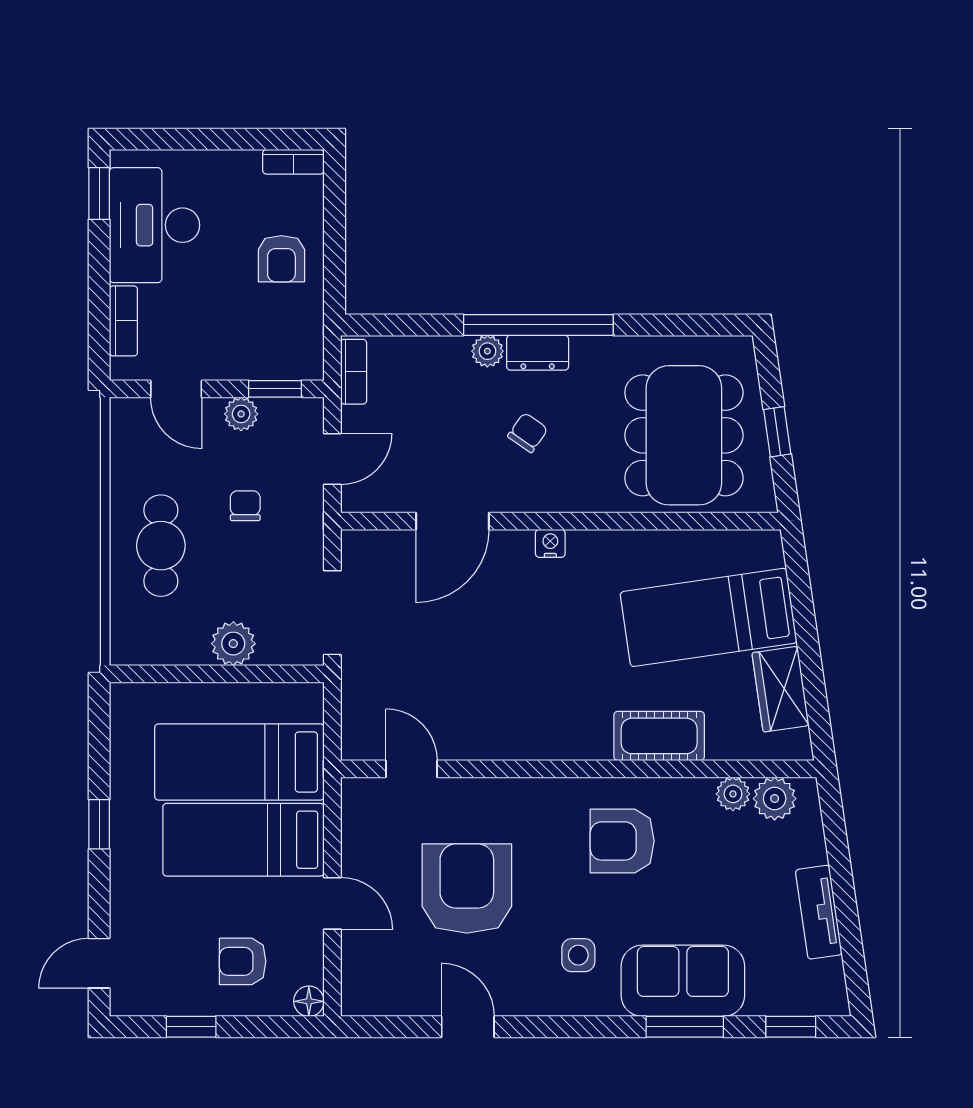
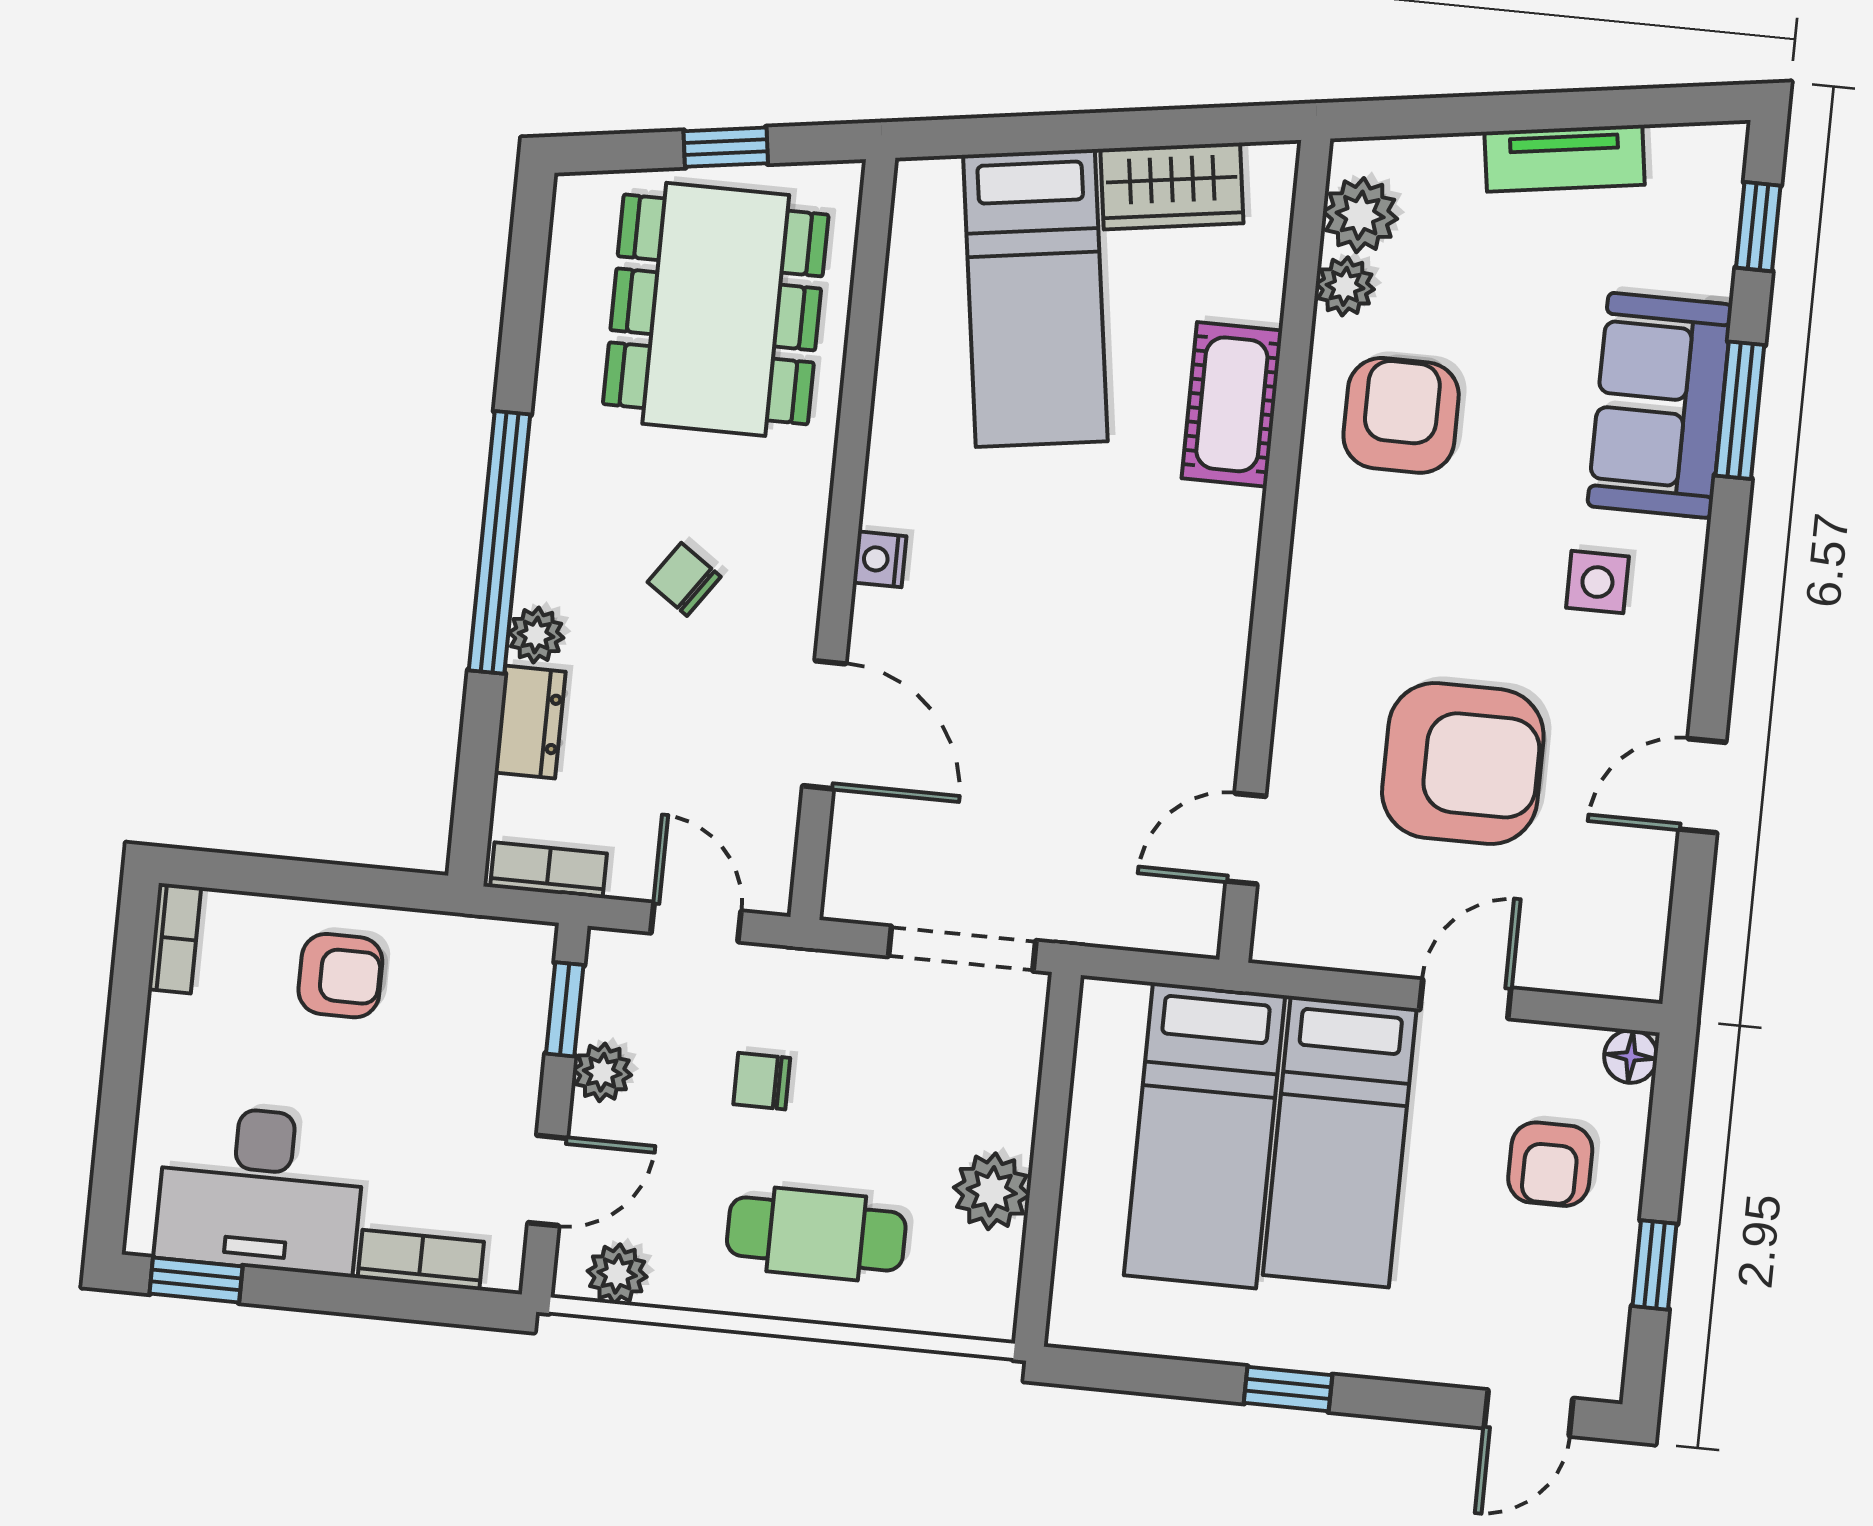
dresser: (538, 353) -> (530, 722), moved
plant: (127, 434) -> (617, 1274), added
dining table: (684, 435) -> (716, 309), turned 90
plant: (233, 644) -> (992, 1191), moved
armchair: (622, 841) -> (1401, 415), moved, turned 180
armchair: (467, 889) -> (1463, 764), turned 180
door: (99, 963) -> (1529, 1413), hinge flipped

